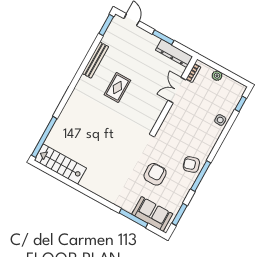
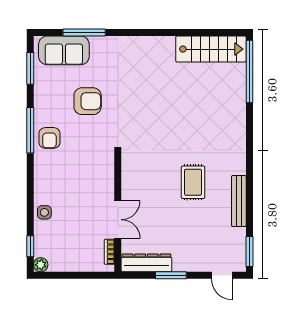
plant: (217, 76) -> (41, 265), moved
armchair: (191, 165) -> (49, 138), turned 107
armchair: (155, 174) -> (88, 101), turned -90

